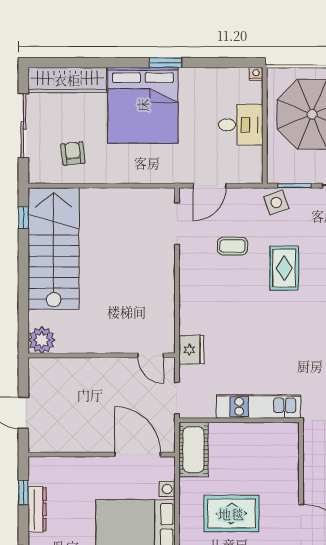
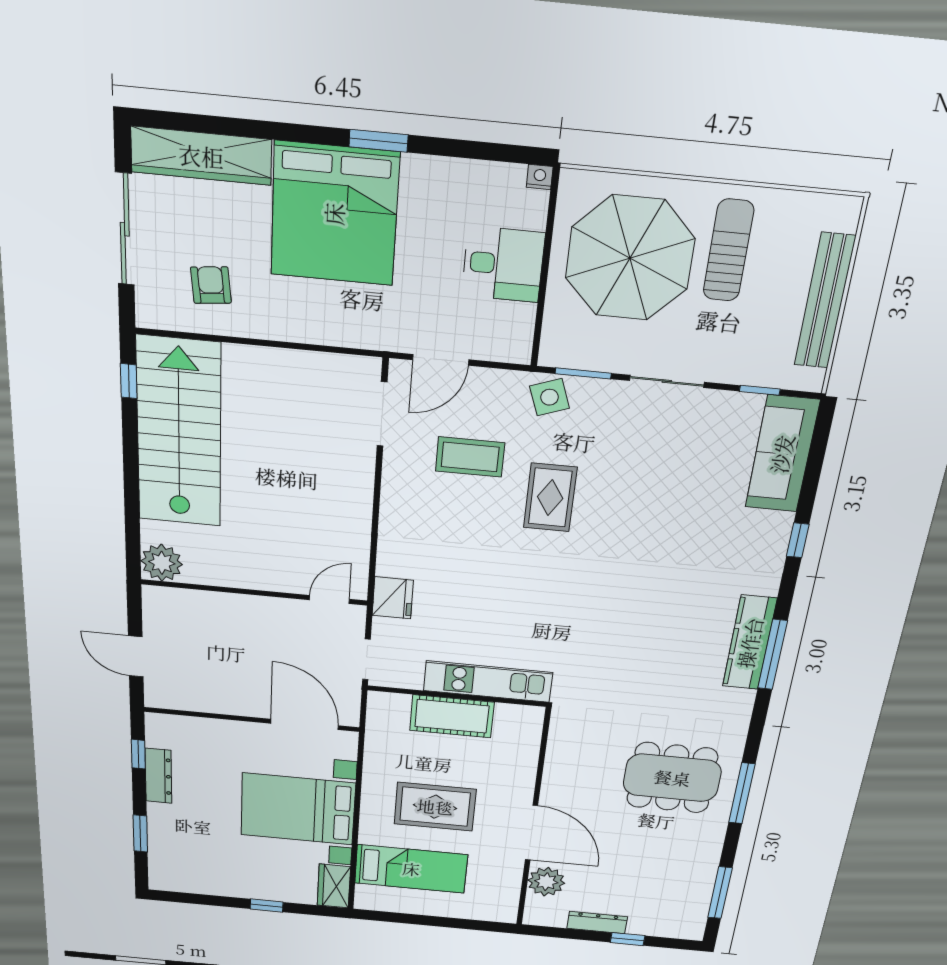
coffee table: (232, 246) -> (470, 457), width x1.36, depth x1.30
door: (151, 355) -> (329, 600), swing flipped
cot: (193, 450) -> (452, 716), moved, turned 90

